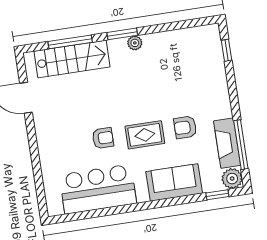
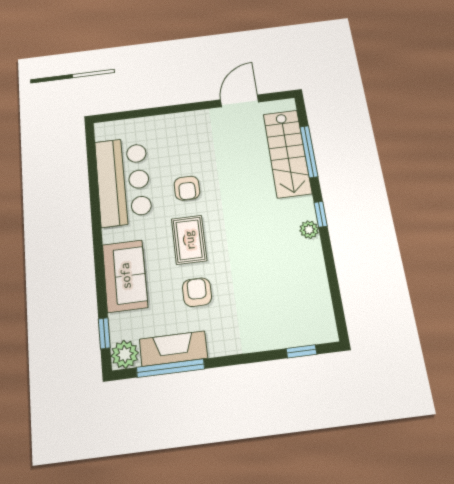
window: (122, 34) -> (321, 214), width x0.67

